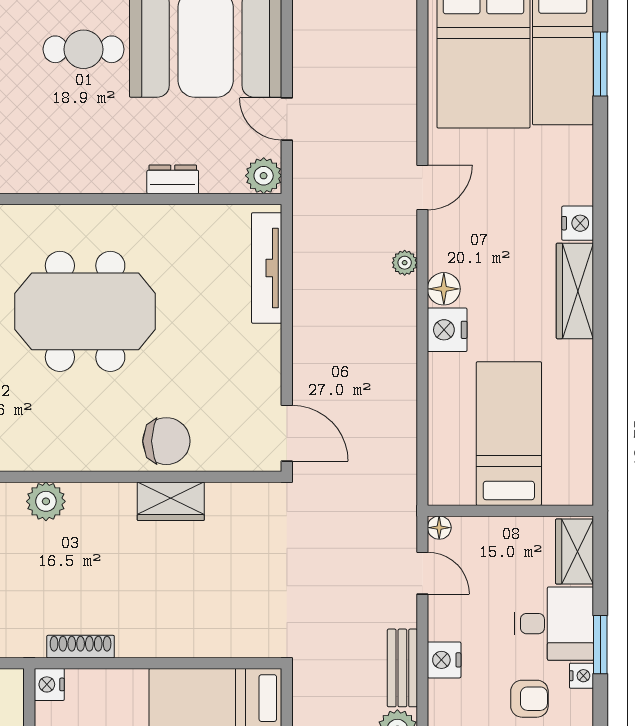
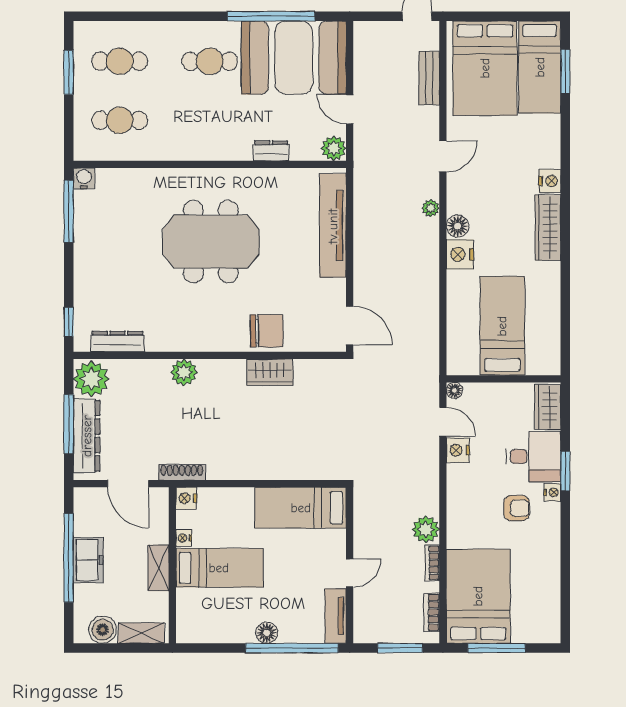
tv unit: (267, 268) -> (333, 226), width x1.36, depth x1.29
shoe rack: (81, 647) -> (182, 472), moved
nightstand: (444, 660) -> (458, 450), moved
bench: (402, 668) -> (429, 78), moved

